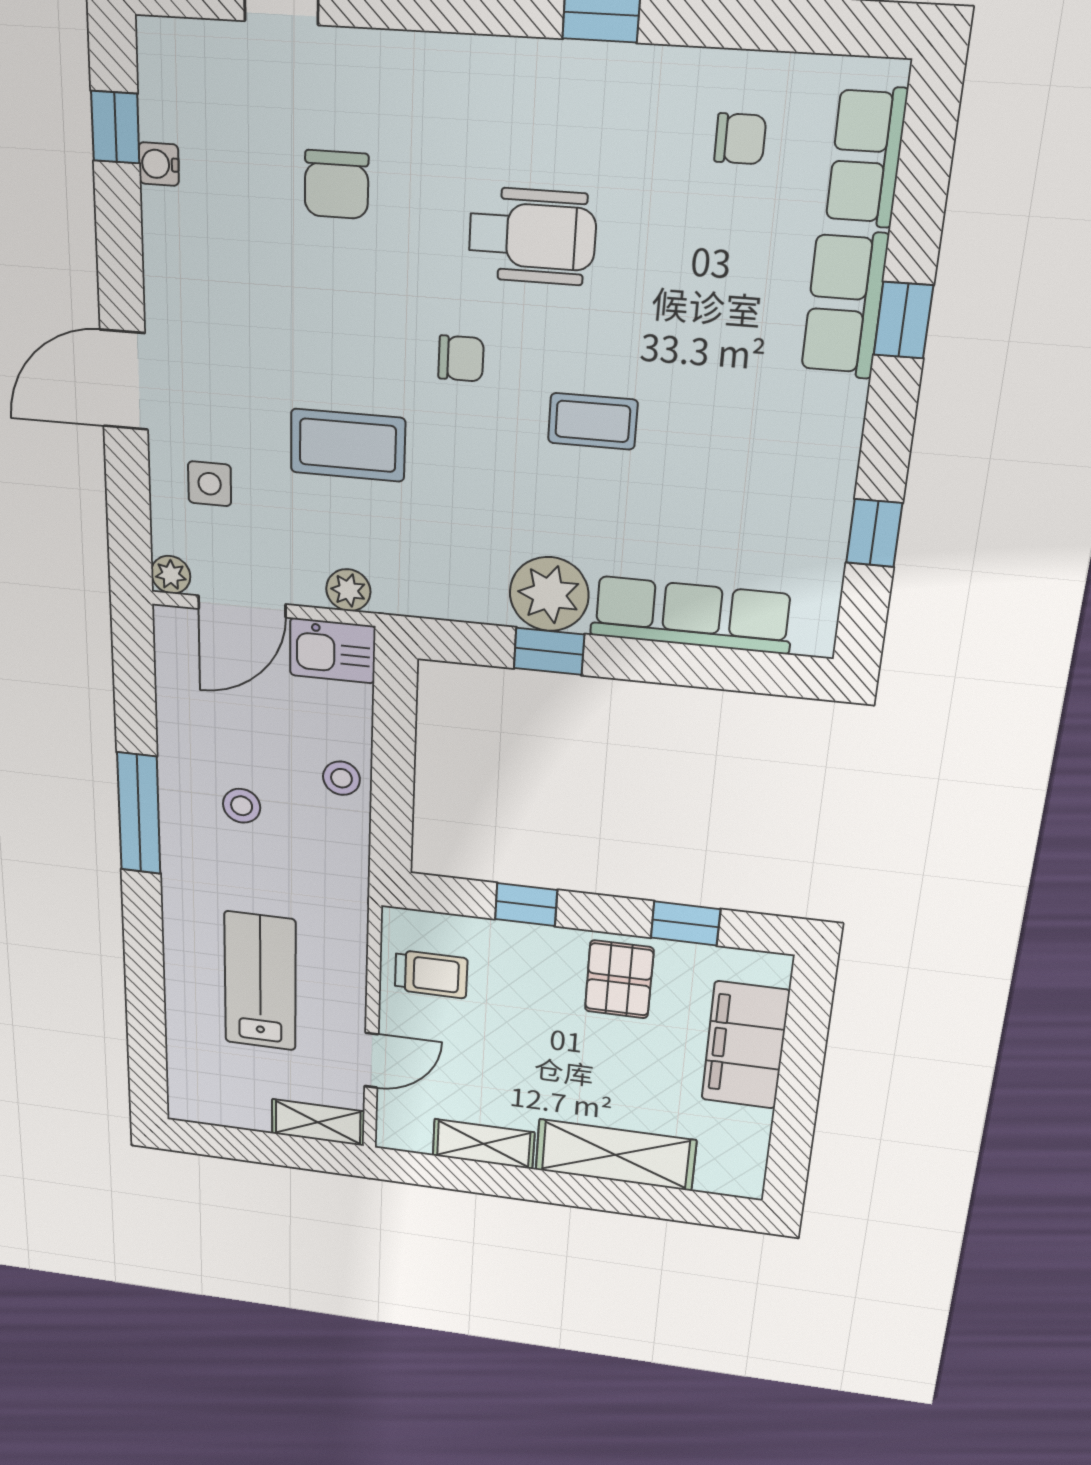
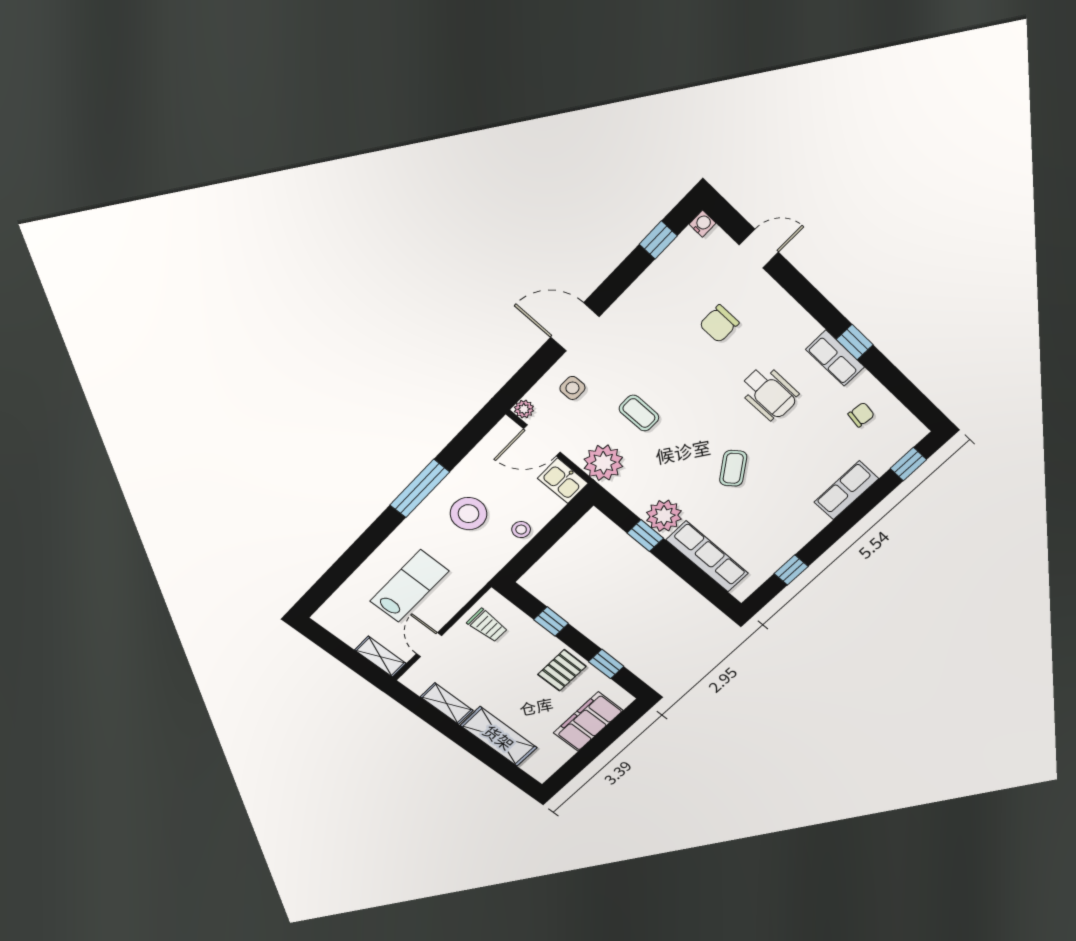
chair: (740, 139) -> (861, 415), turned -83
row of seats: (866, 157) -> (835, 358), moved, turned -90
water cooler: (159, 164) -> (702, 224), moved, turned 90
window: (903, 320) -> (908, 464), moved
chair: (461, 358) -> (708, 414), removed
coffee table: (593, 421) -> (733, 468), turned 53
coffee table: (348, 445) -> (639, 413), width x0.73, depth x0.77
plant: (348, 590) -> (603, 463), width x1.88, depth x1.88
stool: (242, 806) -> (469, 514), width x1.89, depth x1.89
door: (371, 1060) -> (429, 645), swing flipped

